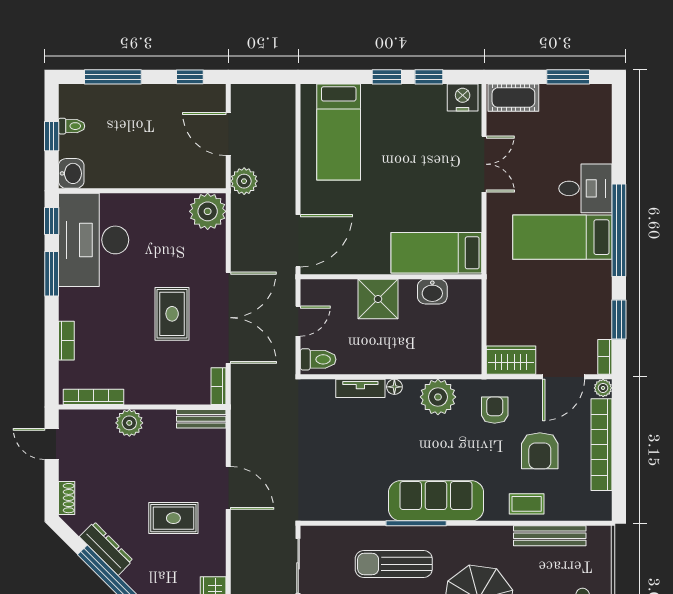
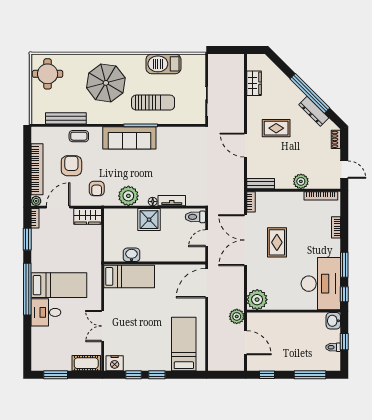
shower: (378, 299) -> (149, 220), moved

